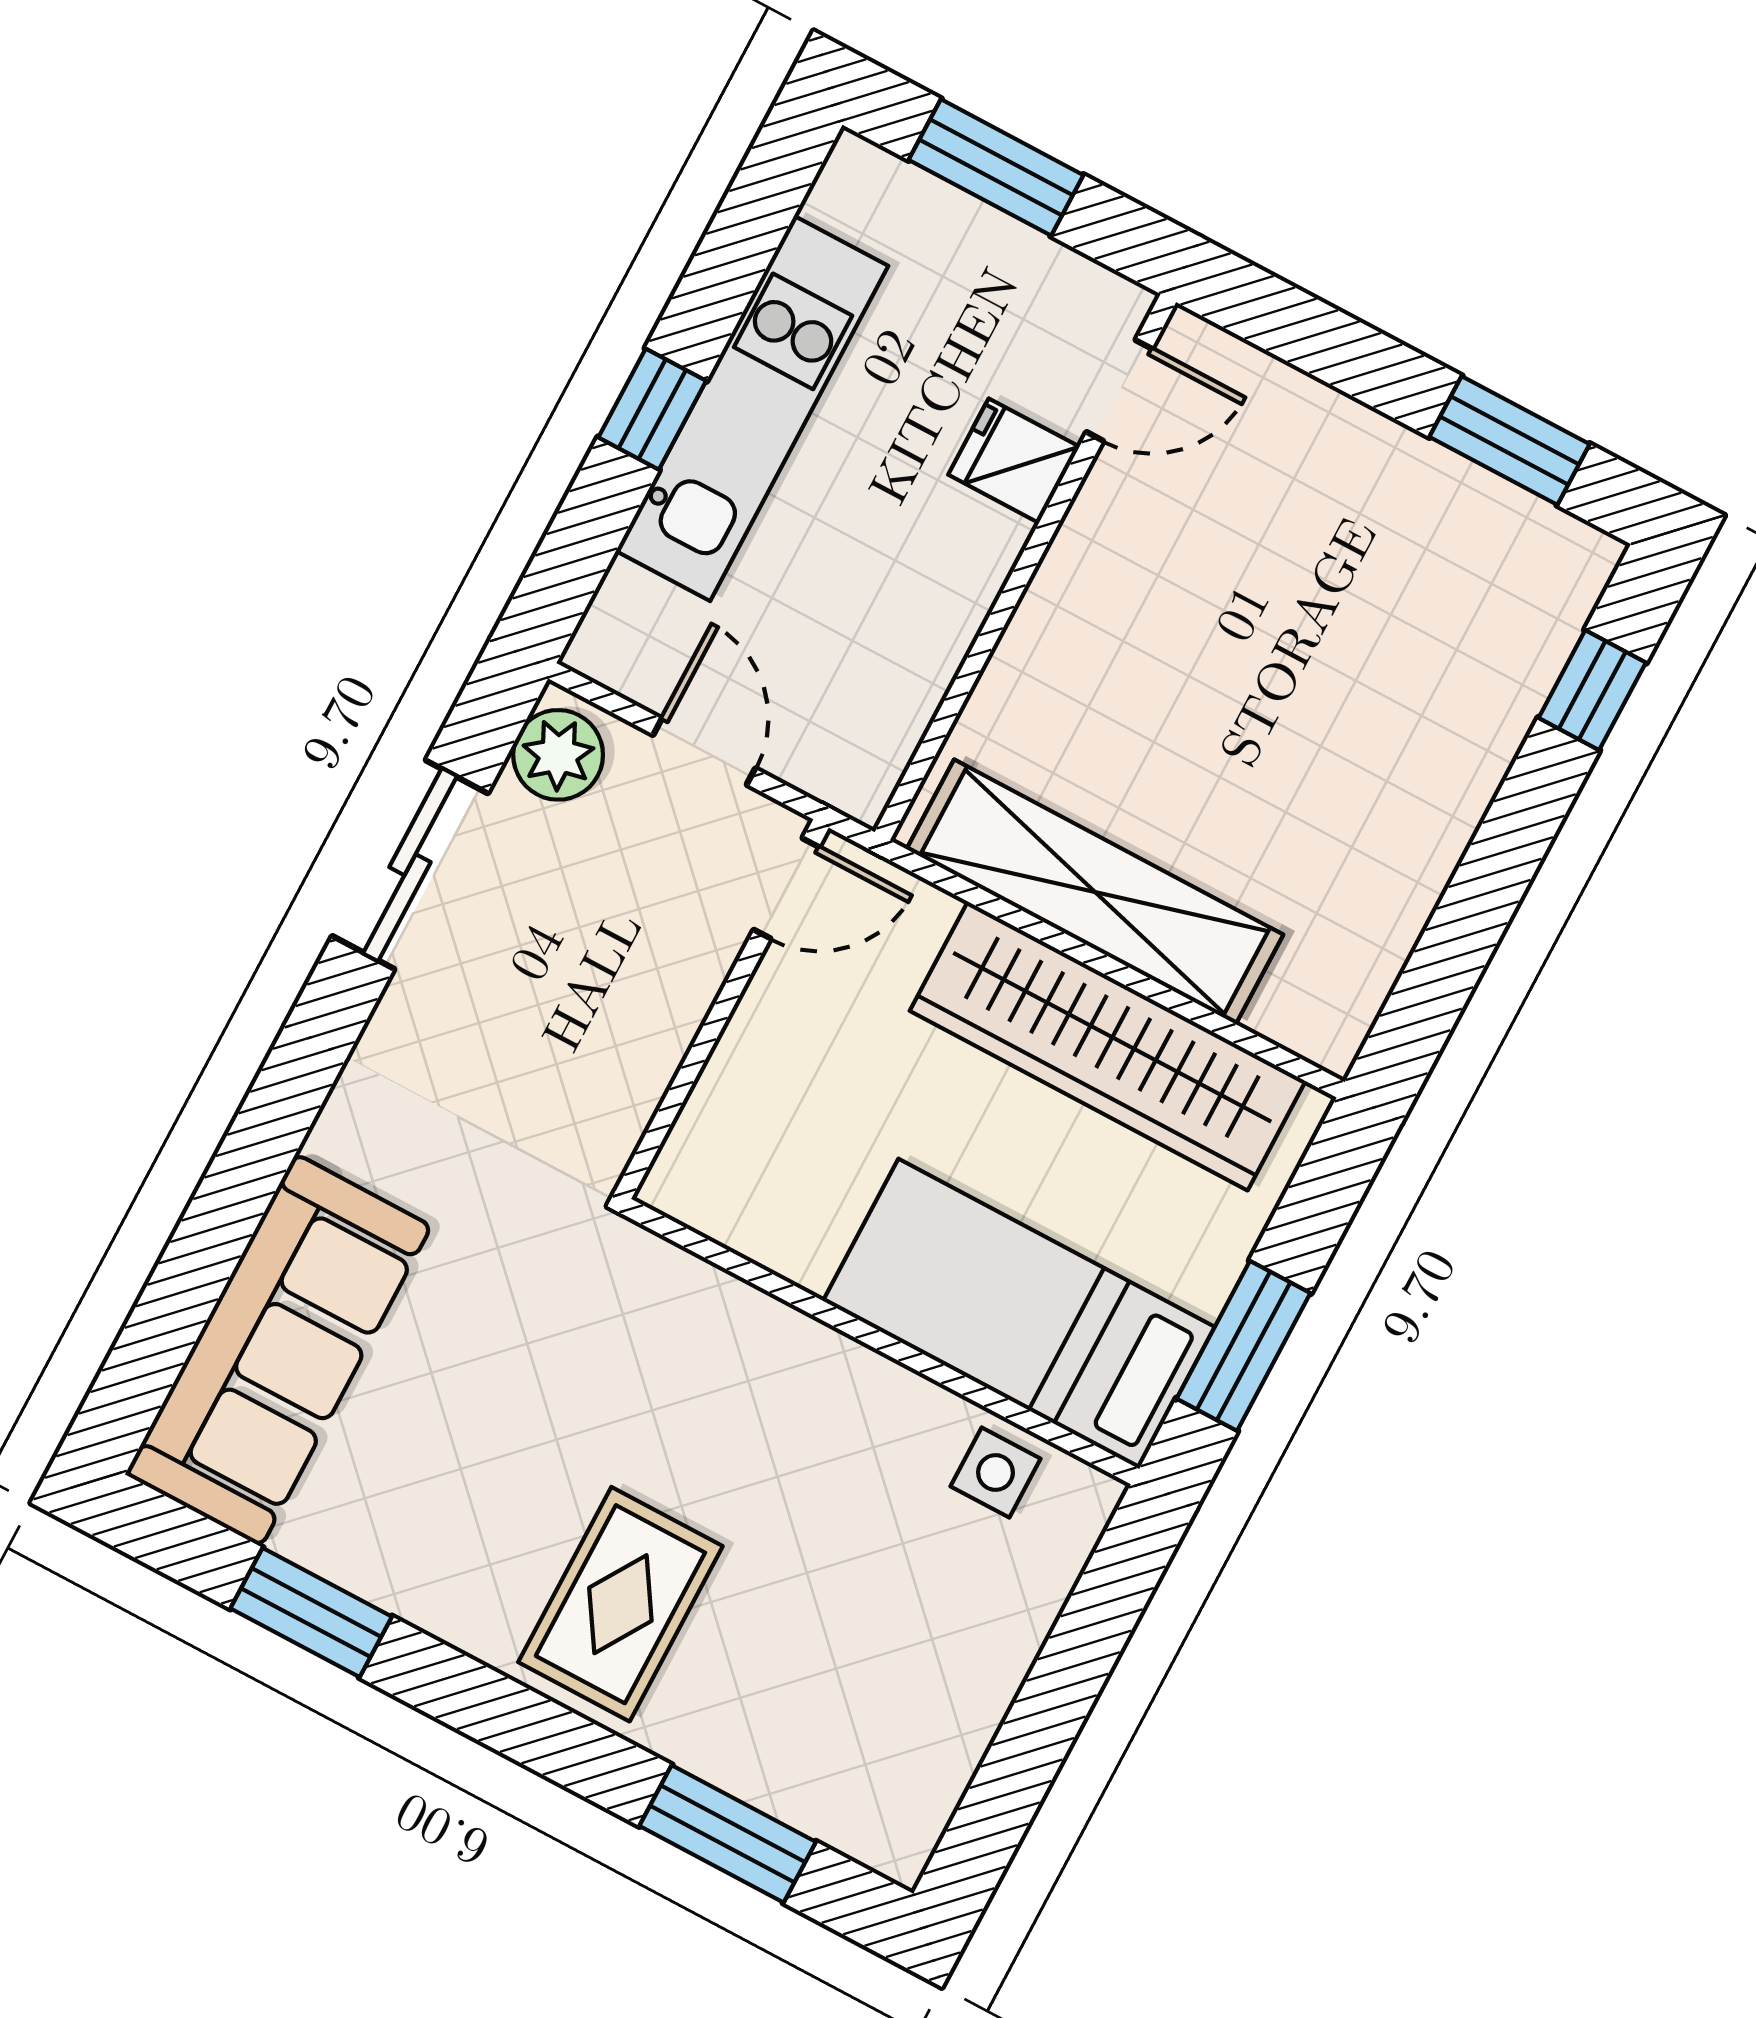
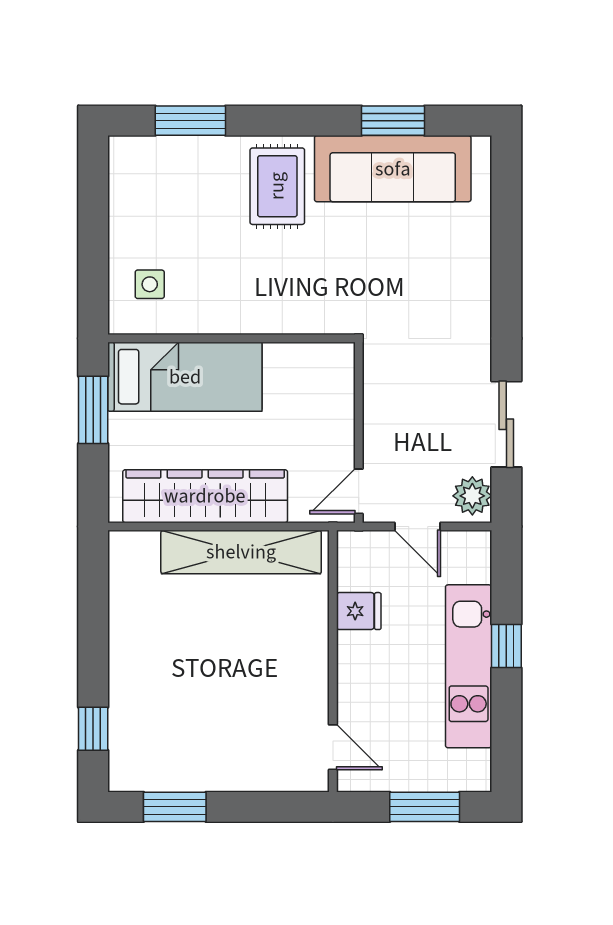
door: (1119, 390) -> (333, 747), swing flipped
fridge: (1014, 461) -> (359, 611), moved
sofa: (278, 1350) -> (393, 169), moved, turned -90
side table: (996, 1473) -> (150, 284), moved

